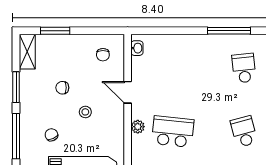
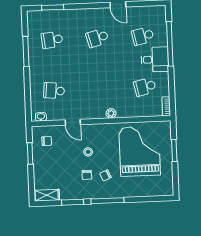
window: (55, 31) -> (30, 153), moved
chair: (62, 88) -> (87, 175), moved
door: (128, 92) -> (73, 122), hinge flipped
plant: (138, 127) -> (111, 113), moved
school desk: (173, 132) -> (54, 91), moved, width x0.54

